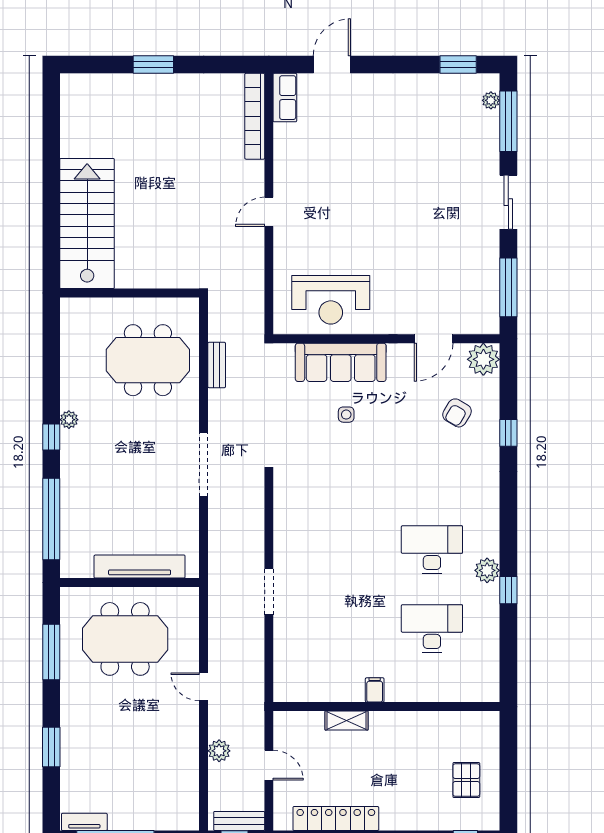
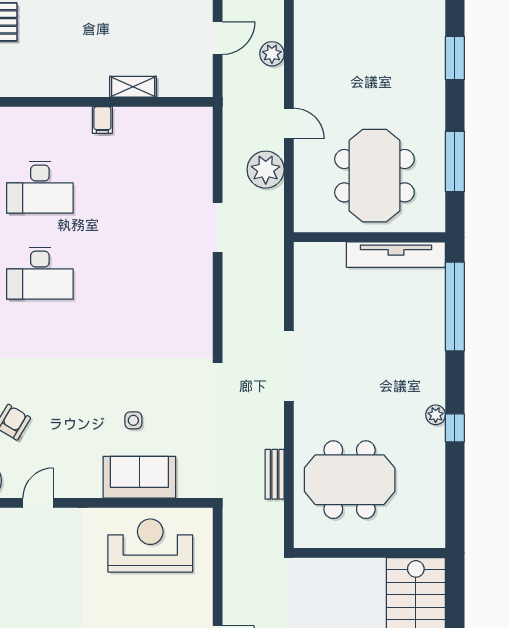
door: (434, 339) -> (38, 503), width x0.73
sofa: (341, 362) -> (139, 477), width x0.73
window: (51, 437) -> (455, 428), moved
tv unit: (140, 567) -> (396, 255), moved
meeting table: (125, 639) -> (374, 176), turned 90
plant: (225, 645) -> (266, 170), added
door: (269, 765) -> (218, 38), swing flipped

